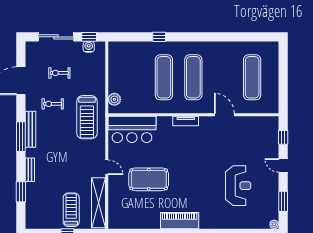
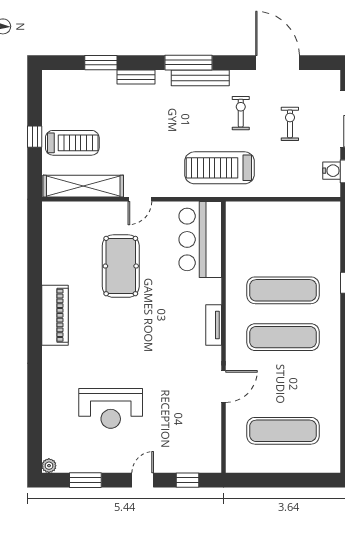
plant: (114, 99) -> (248, 212), removed

